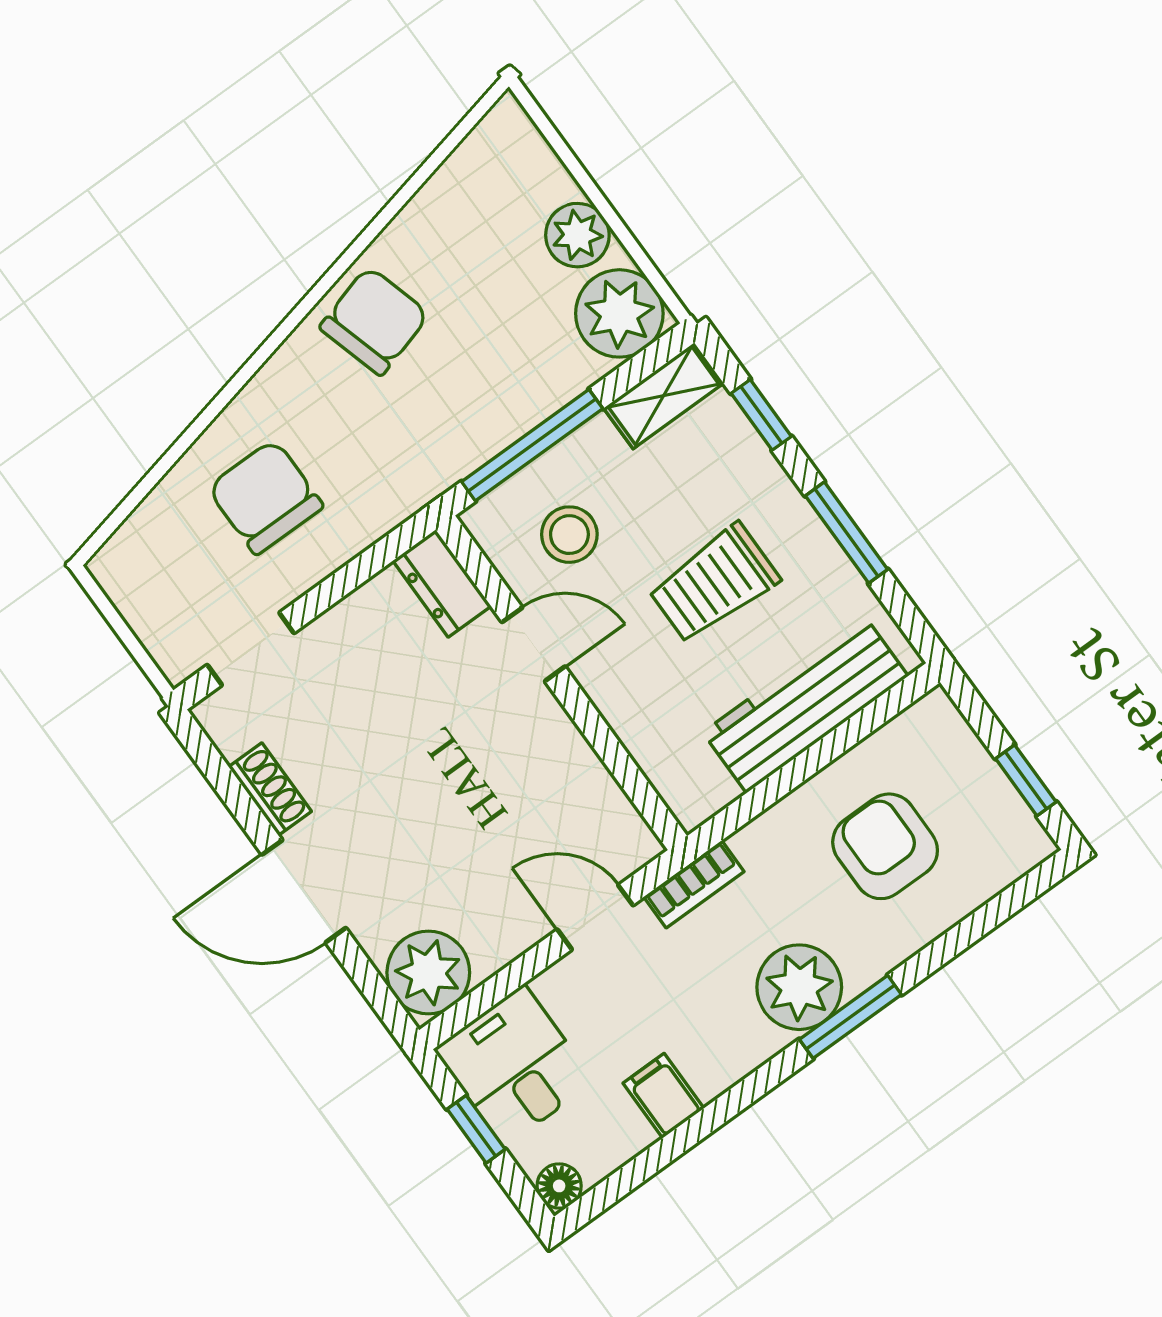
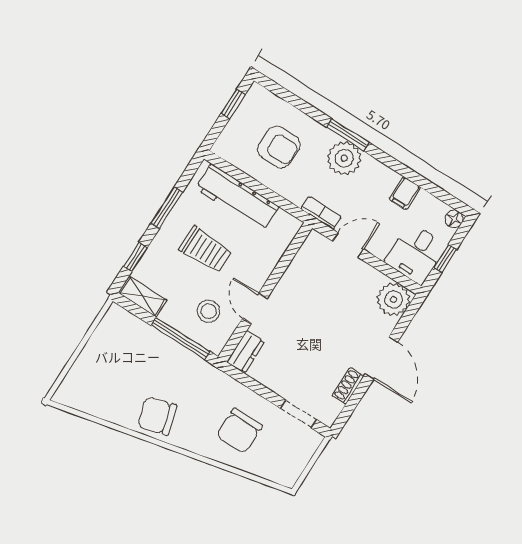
plant: (577, 235) -> (95, 352), removed
plant: (619, 313) -> (118, 325), removed
armchair: (885, 846) -> (279, 147), turned -89
door: (595, 917) -> (348, 245), swing flipped

